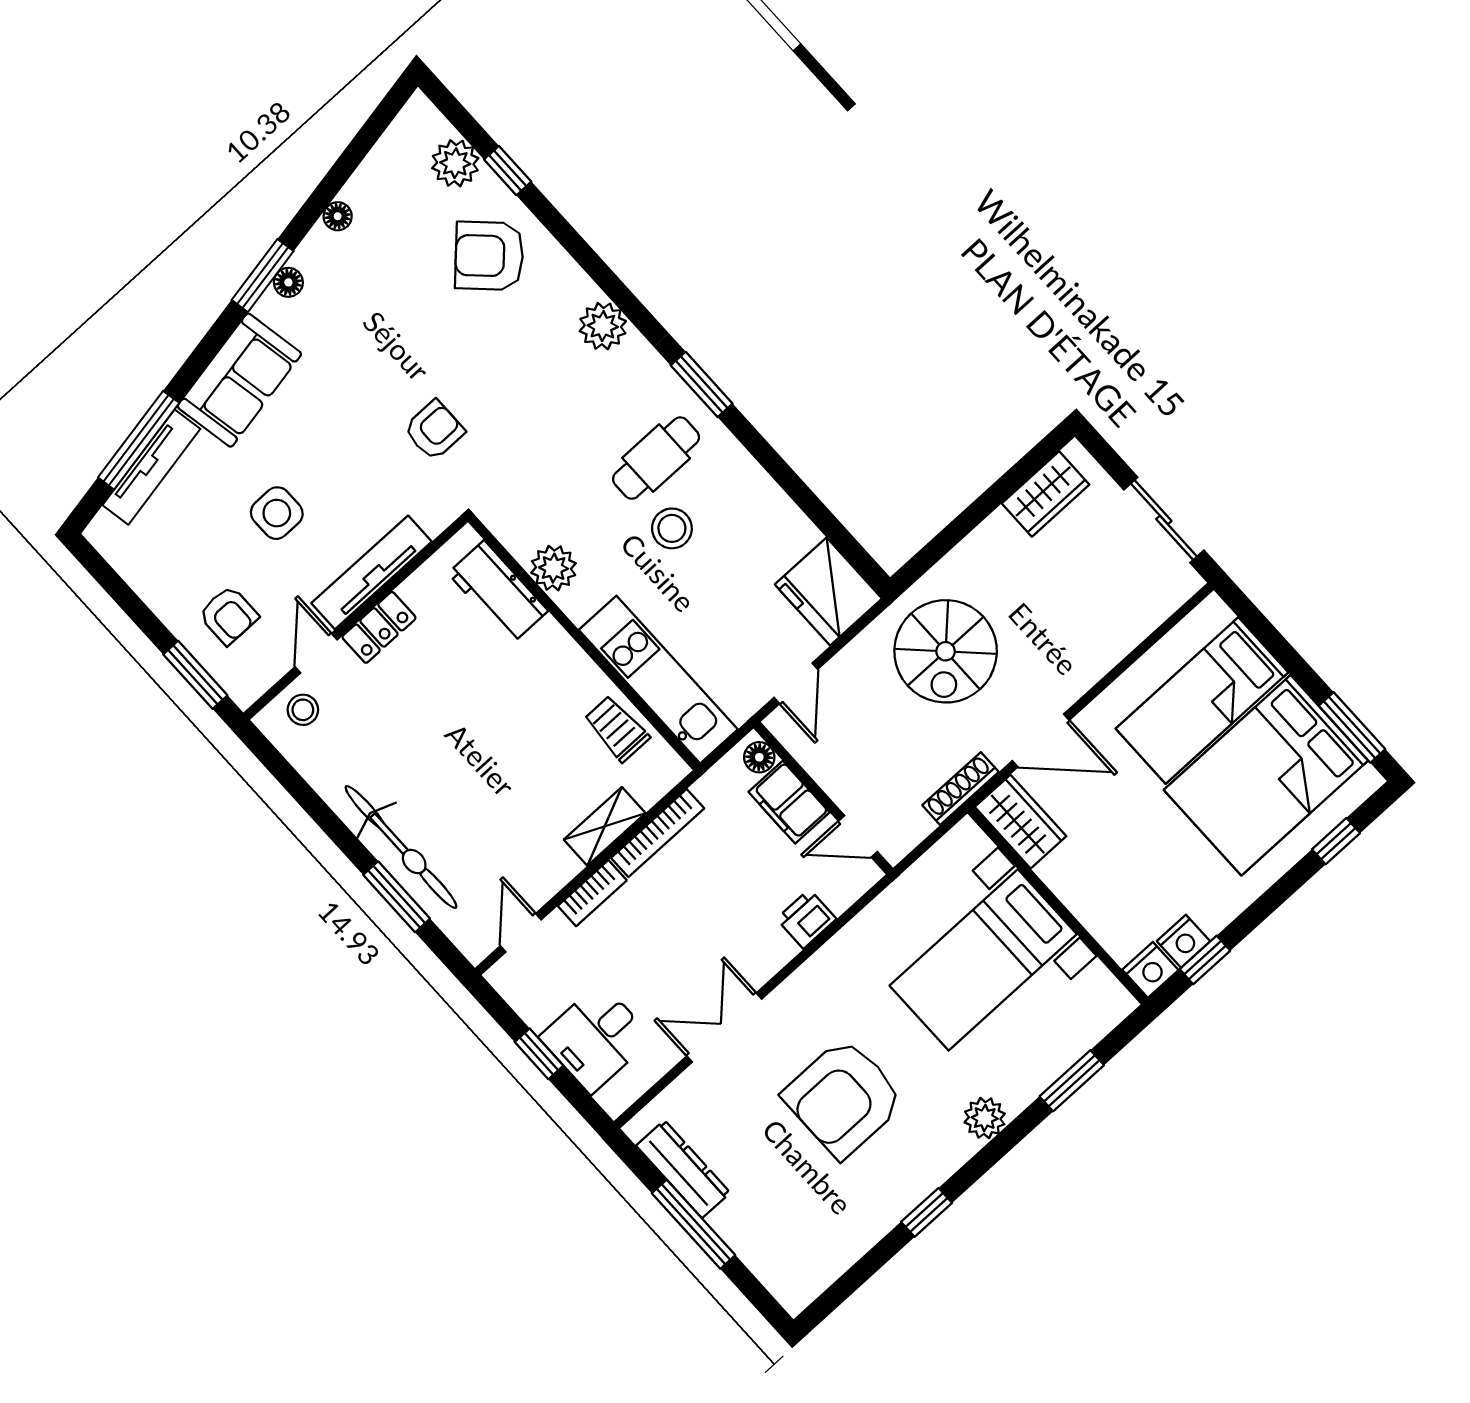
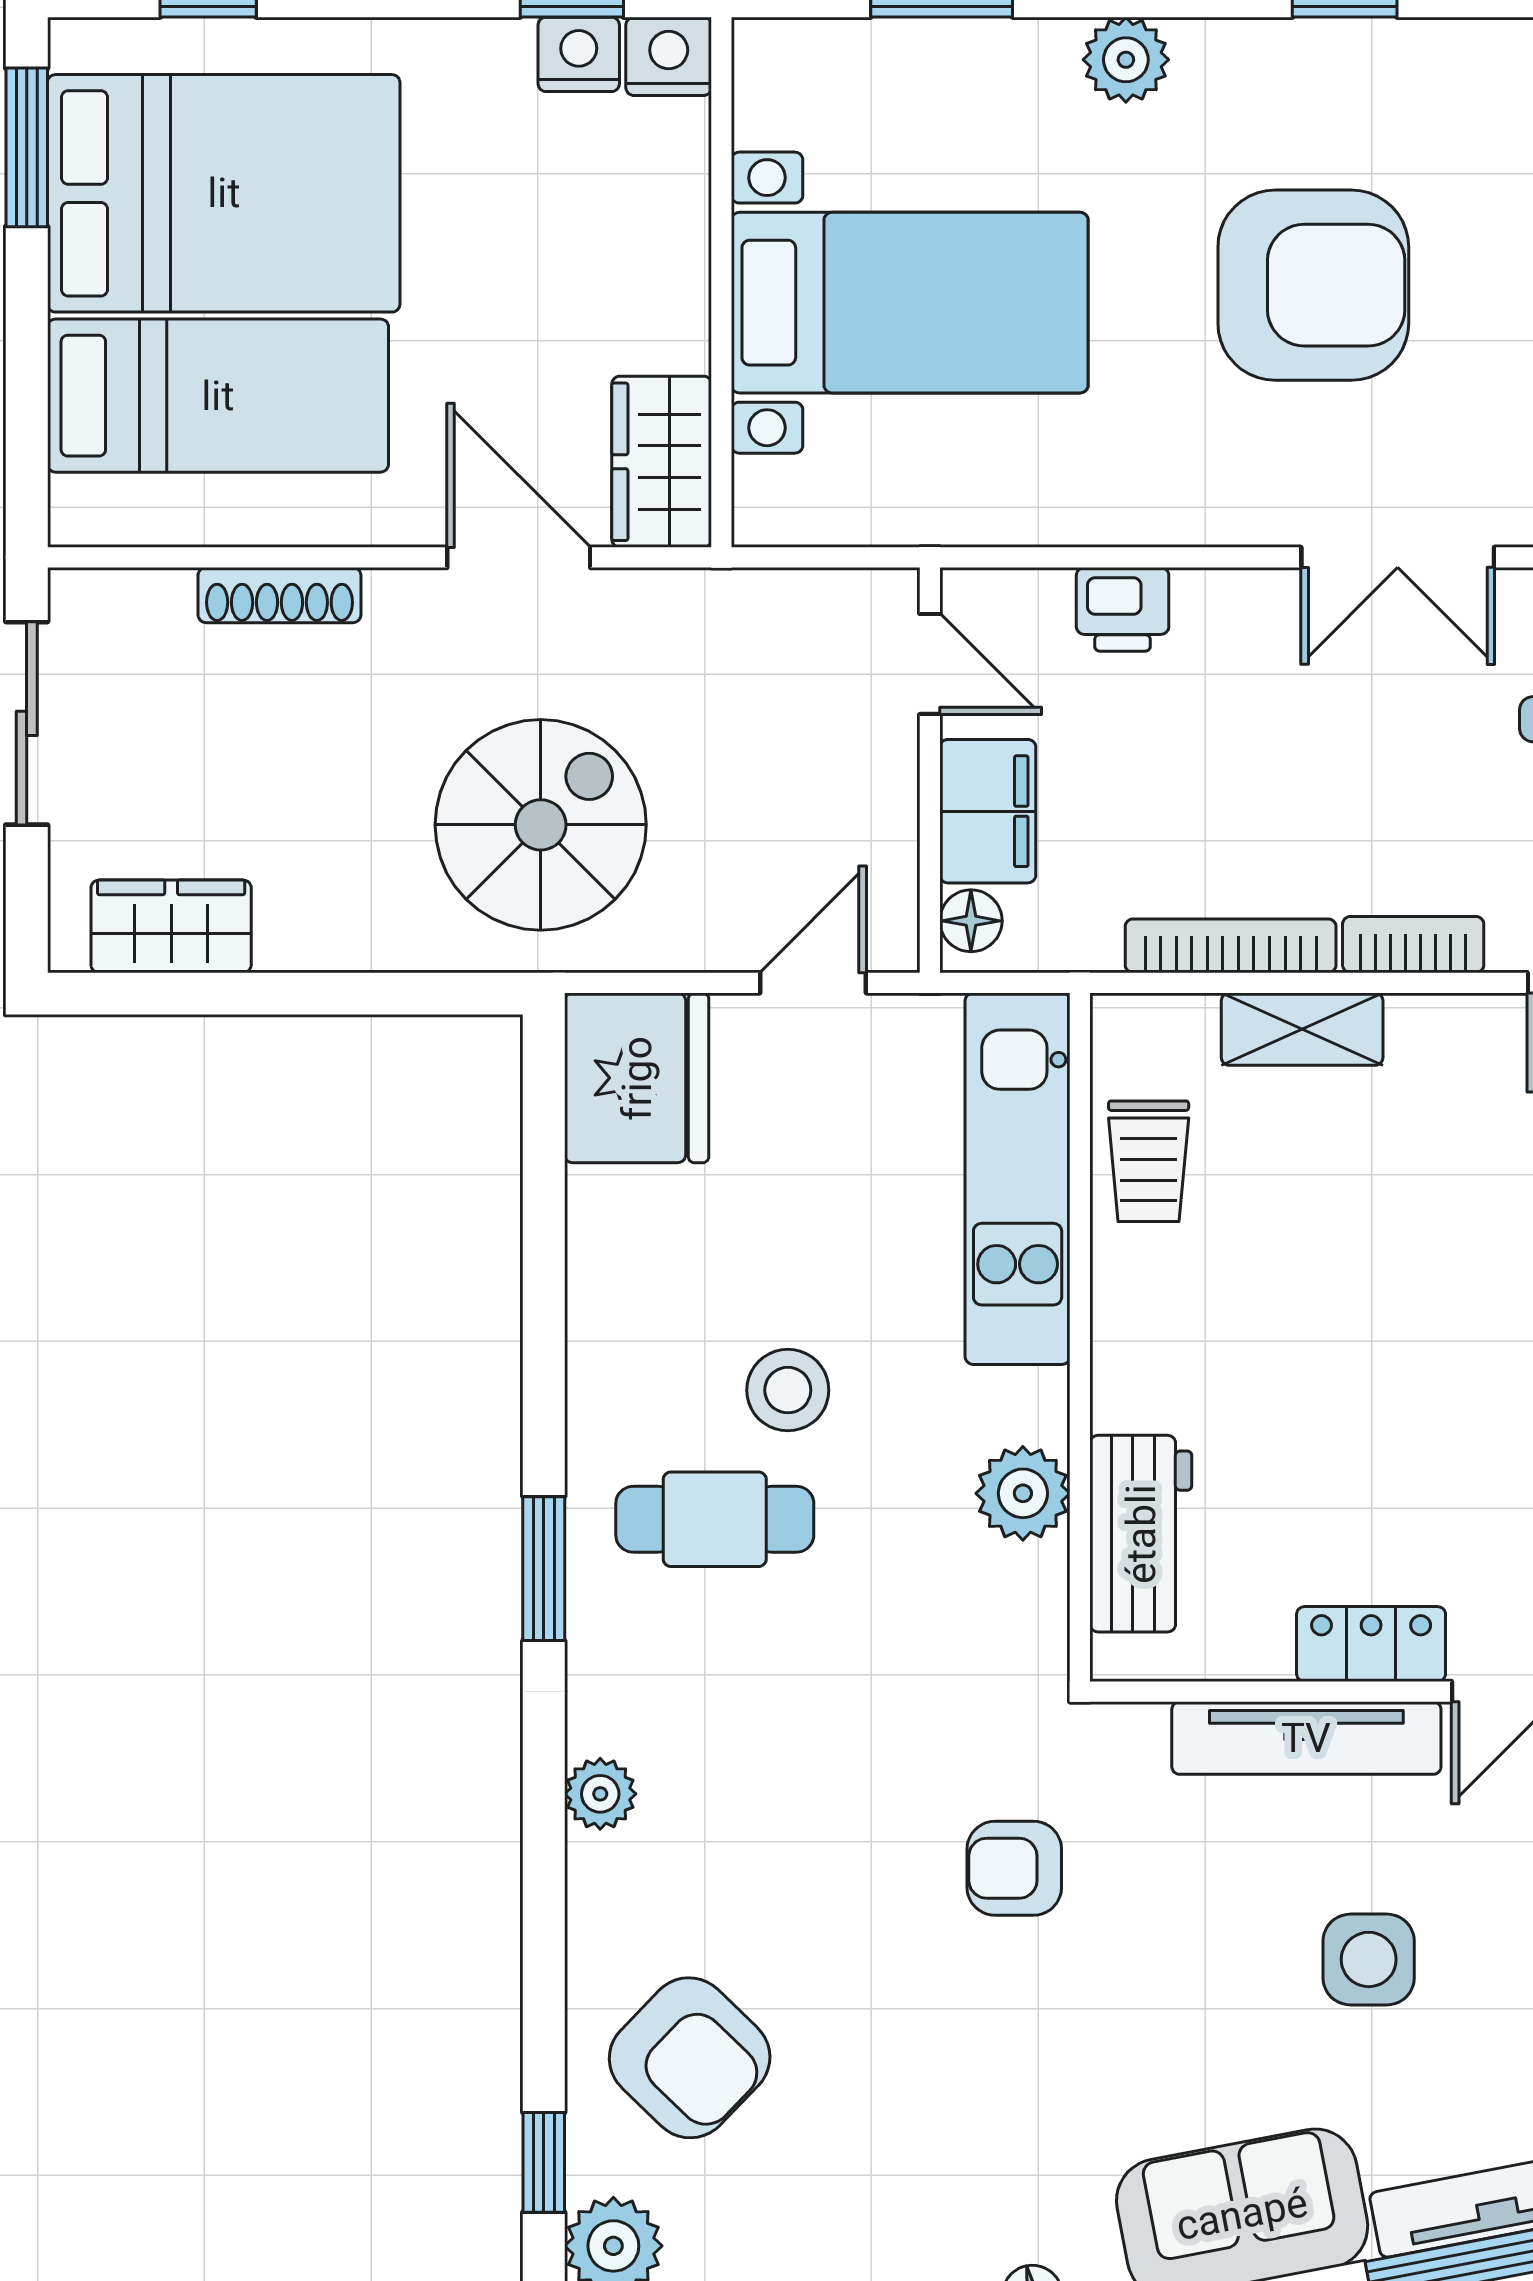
plant: (603, 326) -> (600, 1794), width x0.73, depth x0.73
shoe rack: (960, 789) -> (279, 595), moved

